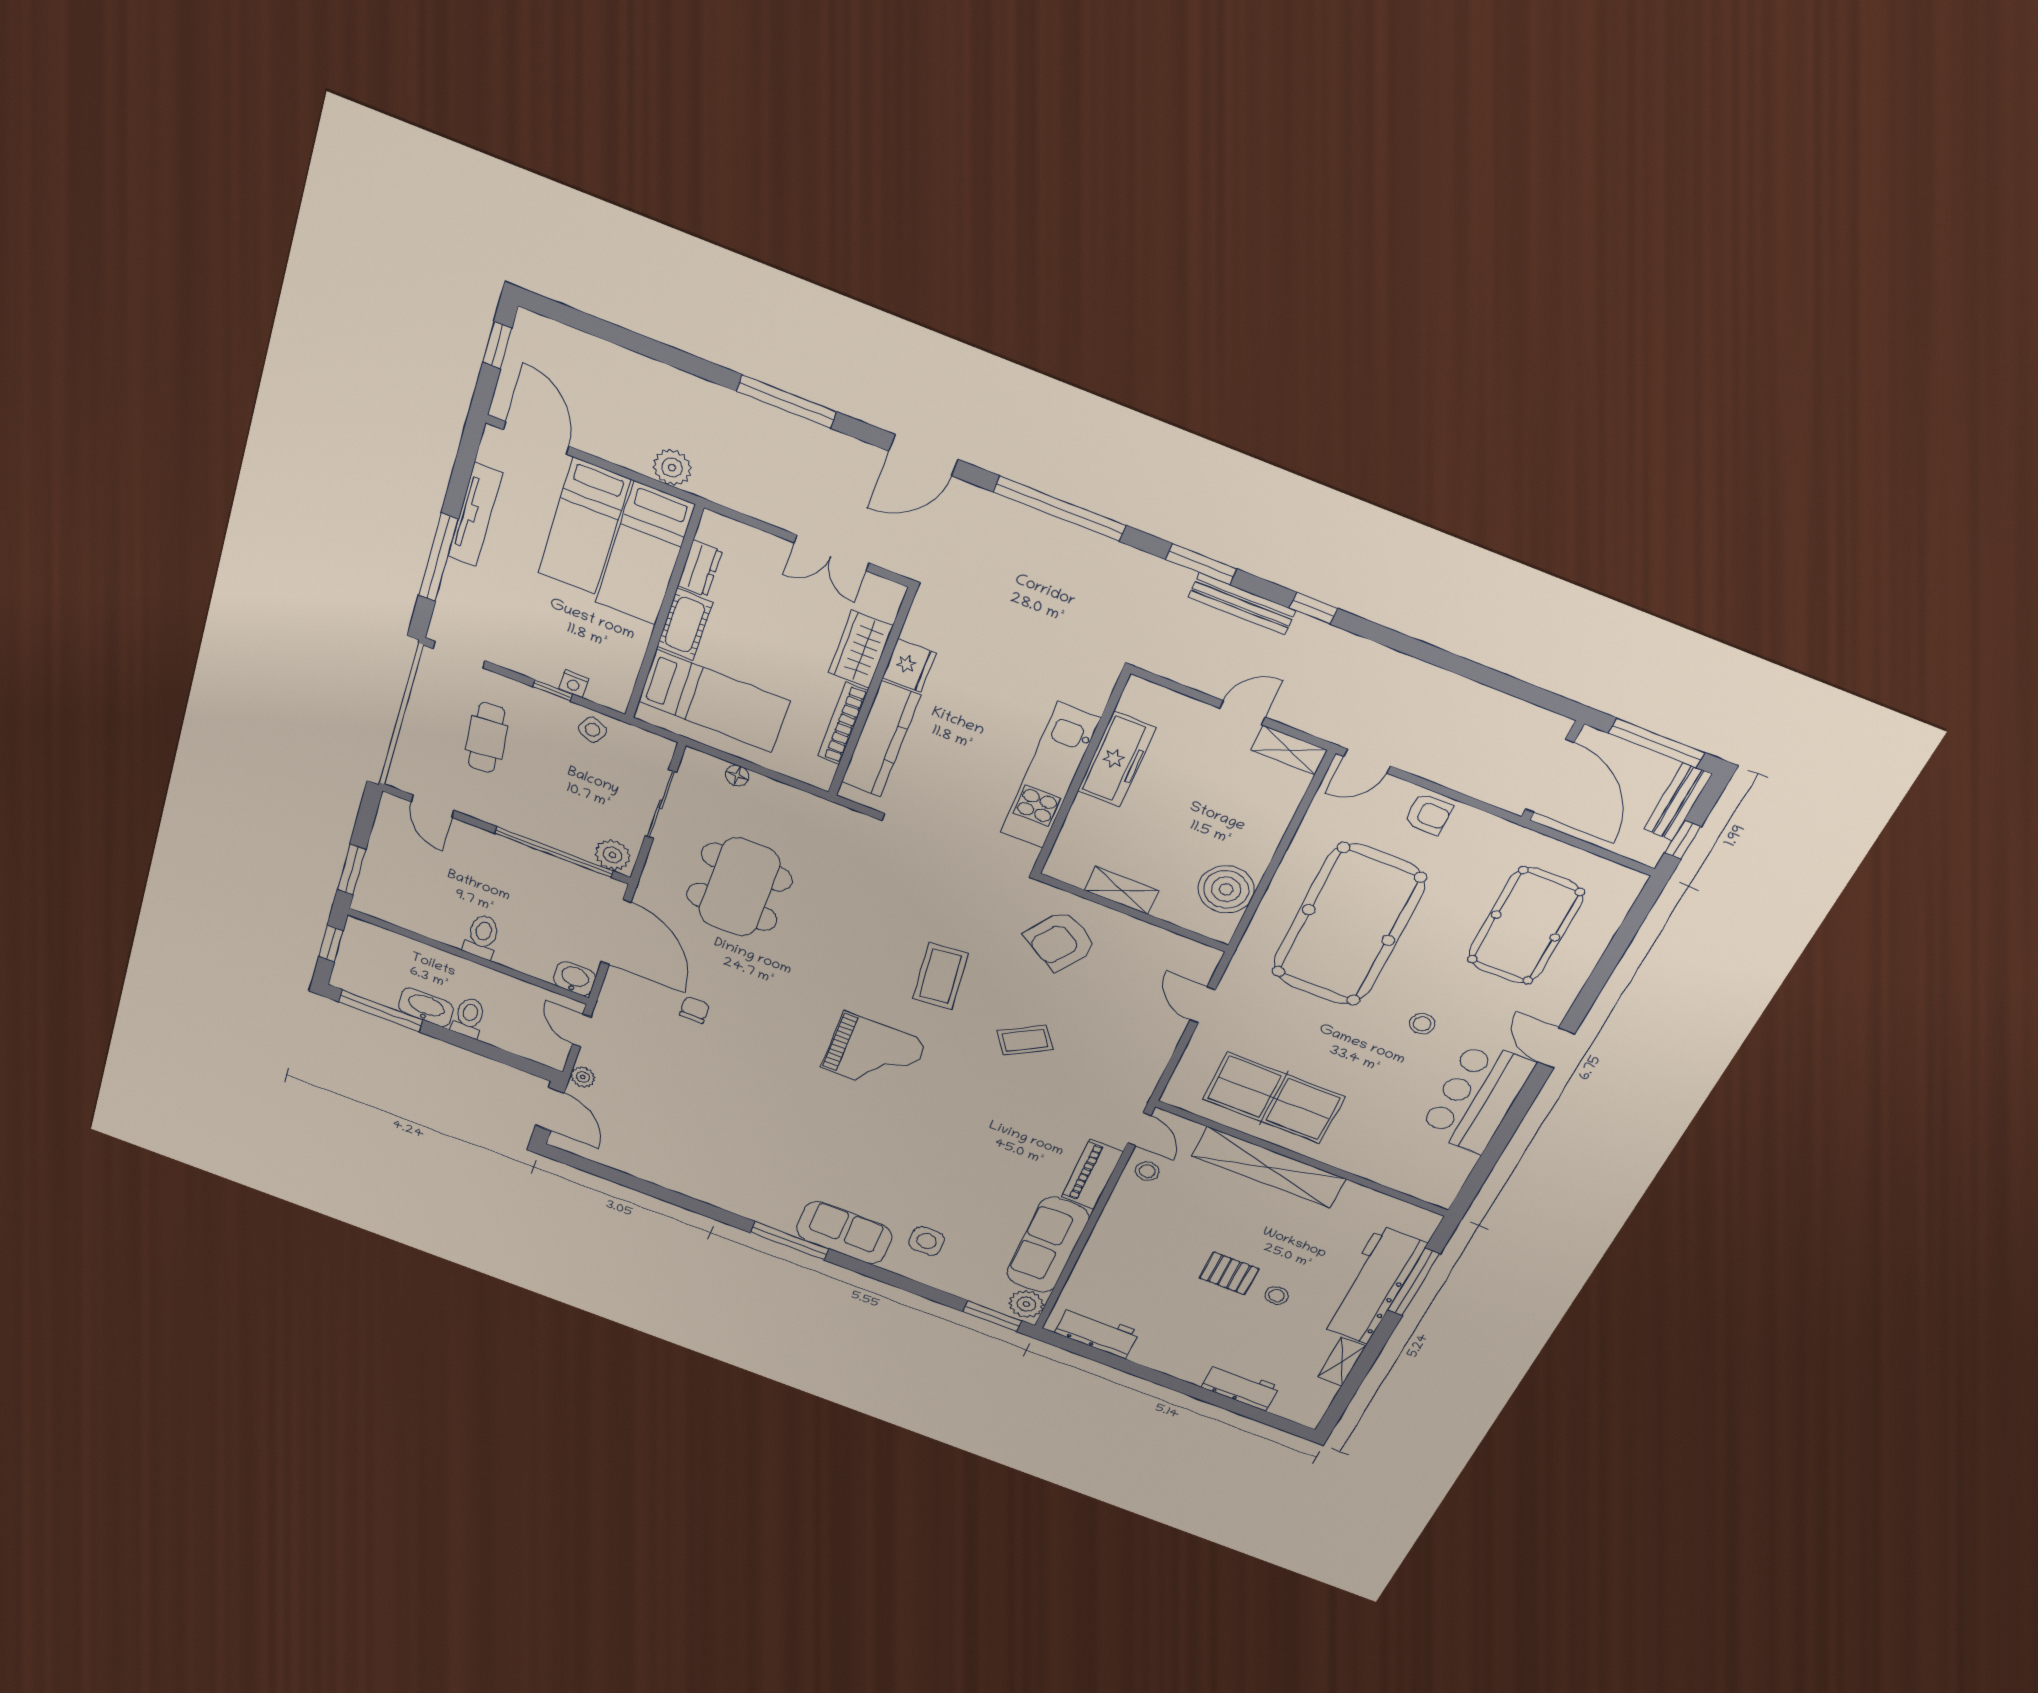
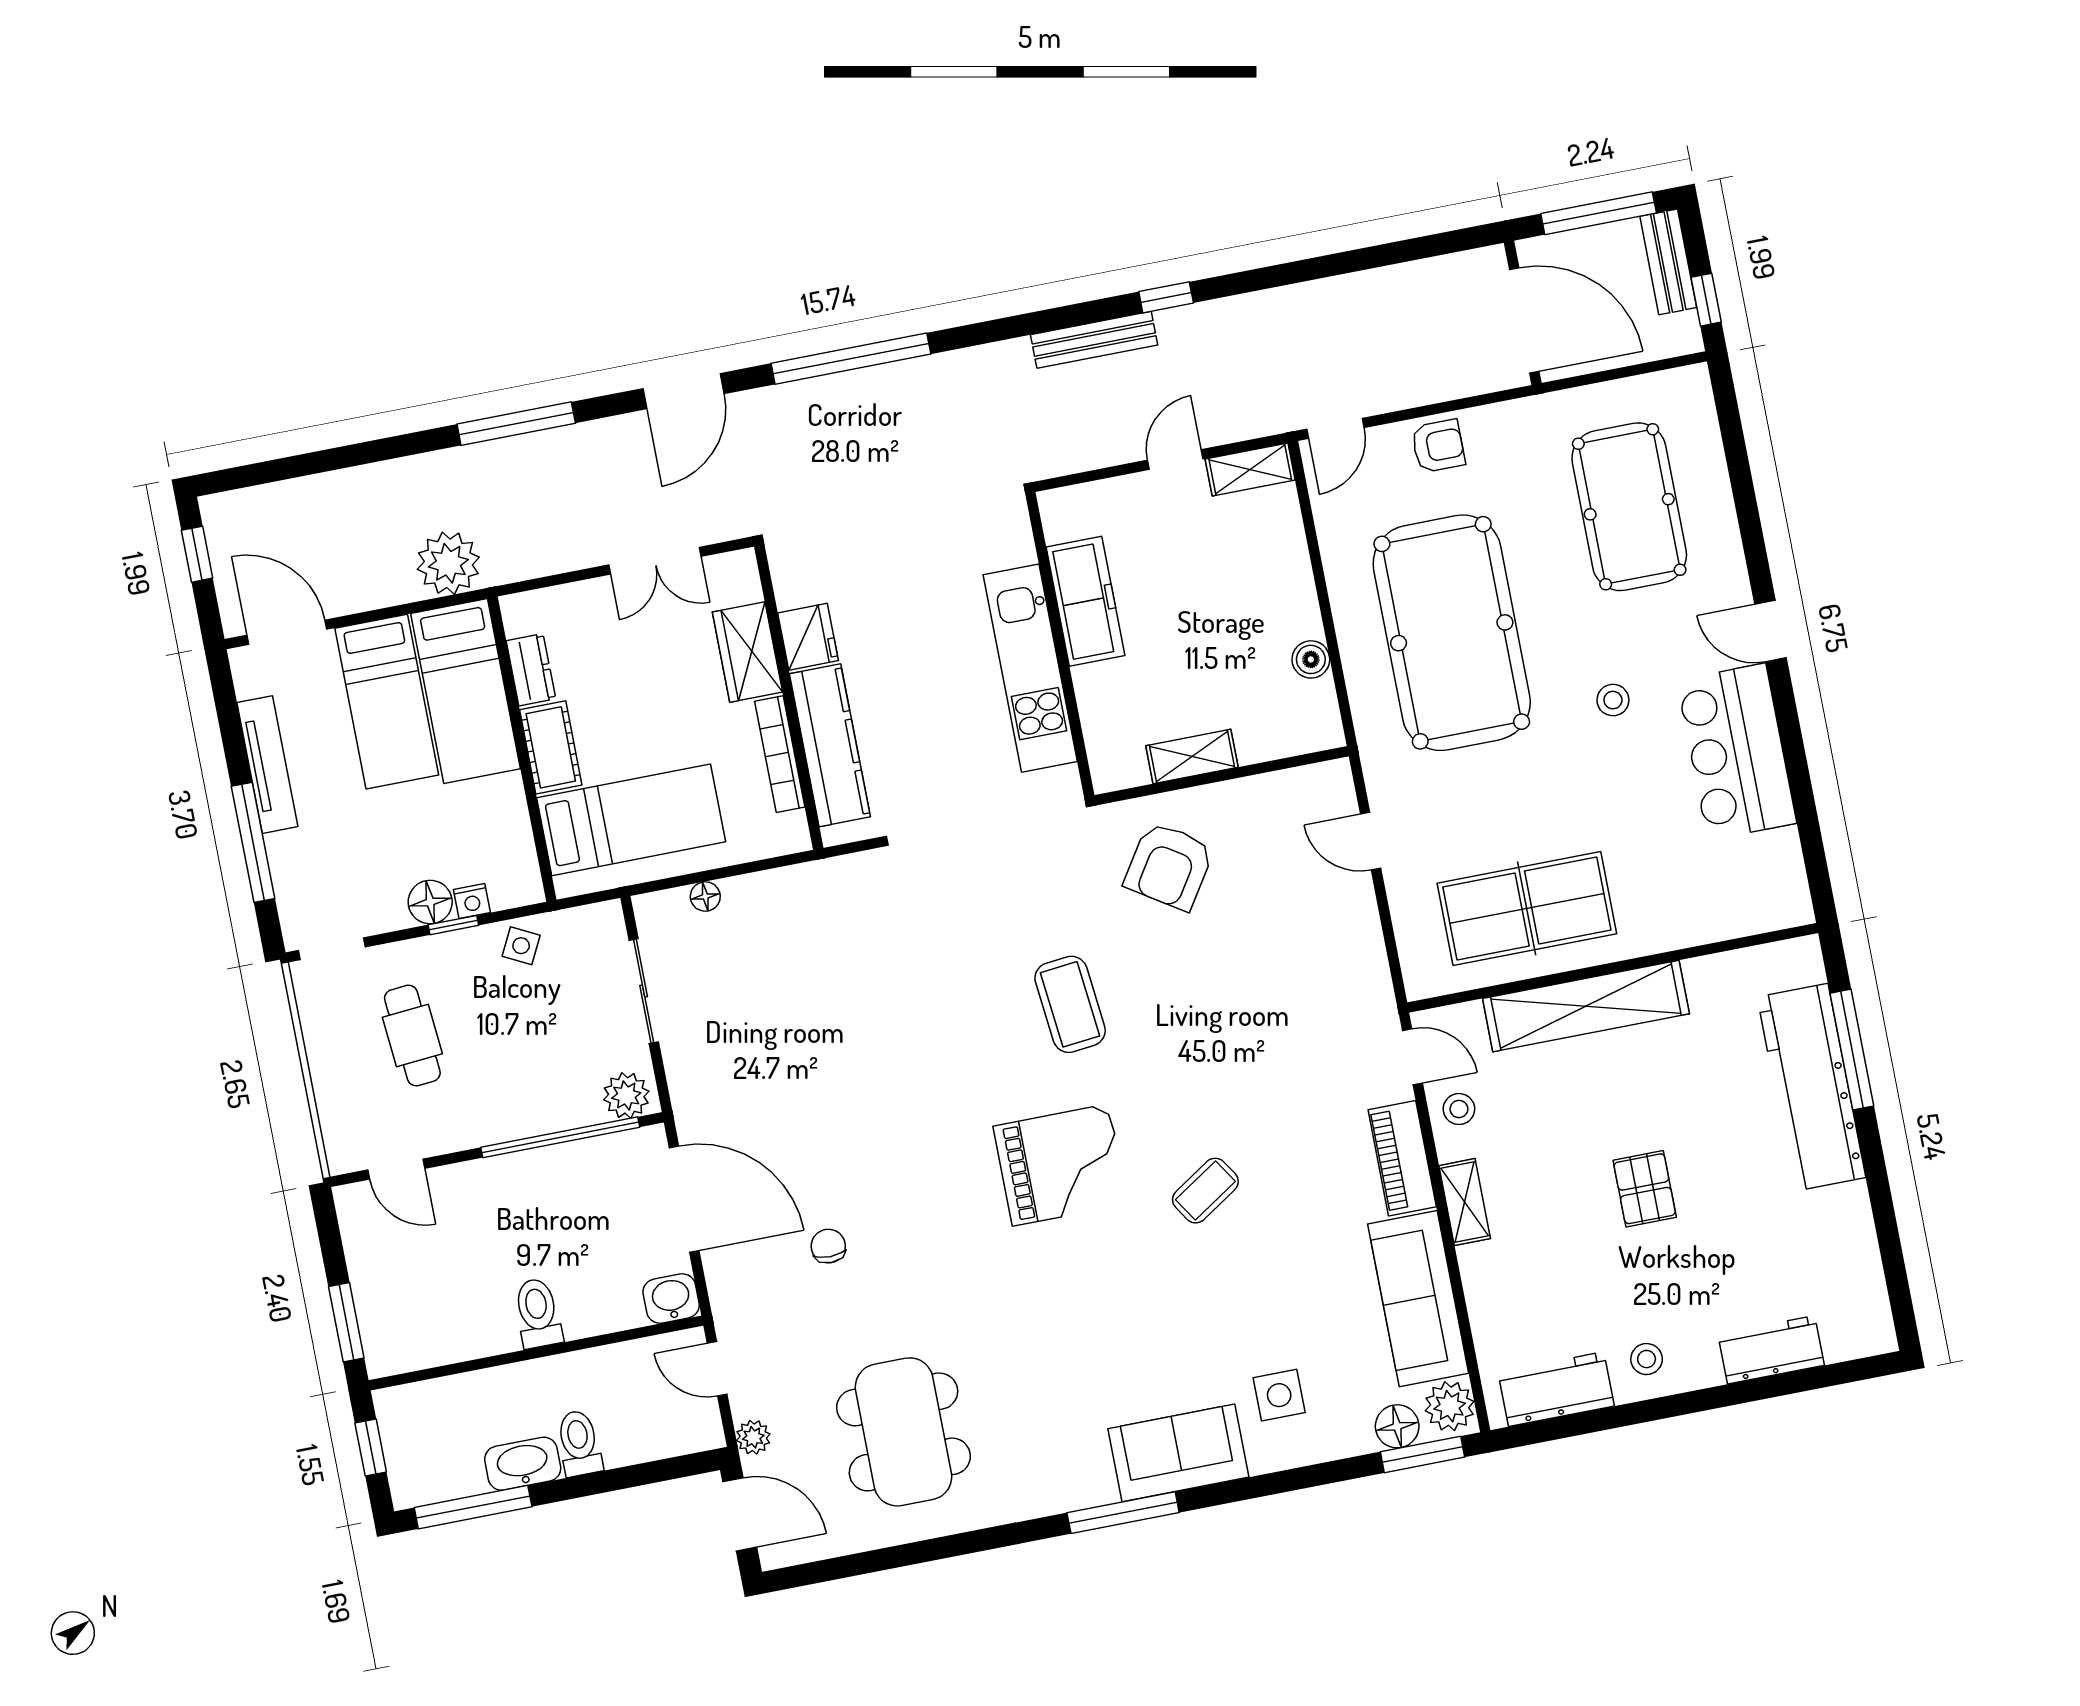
plant: (672, 468) -> (448, 563), width x1.36, depth x1.36
window: (1201, 564) -> (1026, 325), removed
floor lamp: (544, 667) -> (430, 902), added
dining table: (739, 887) -> (903, 1432), moved
boiler: (1226, 889) -> (1311, 659), width x0.54, depth x0.54
coffee table: (1025, 1040) -> (1205, 1191), moved
pallet: (1229, 1273) -> (1645, 1189), turned 90
floor lamp: (987, 1295) -> (1397, 1426), added
stool: (1276, 1295) -> (1647, 1359), moved
shelving: (1342, 1362) -> (1465, 1202), moved

